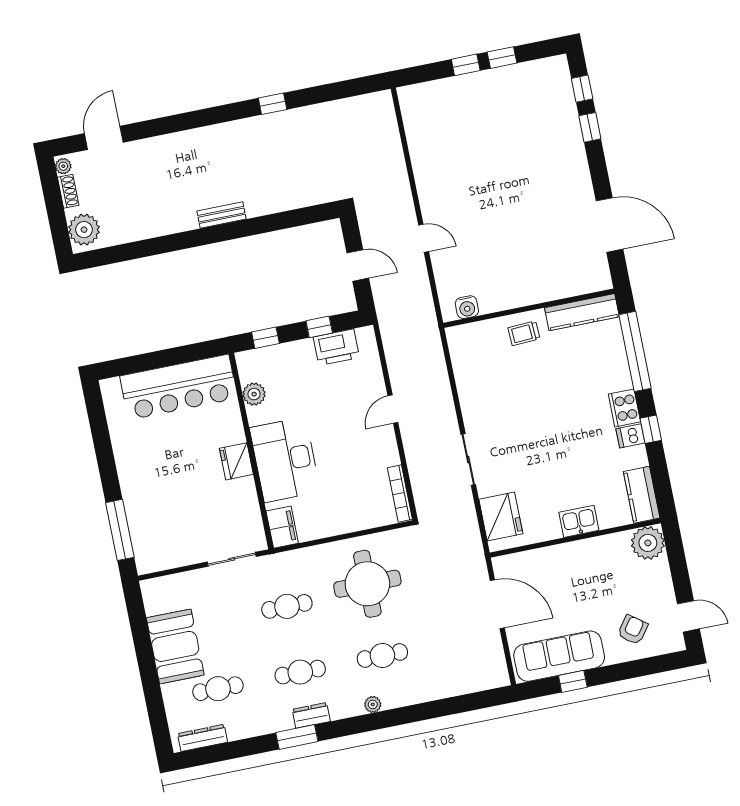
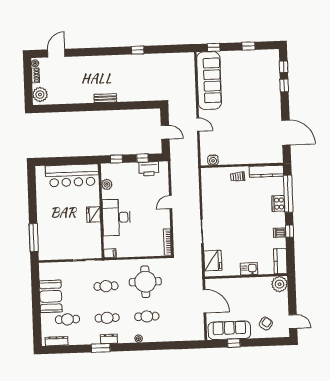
window: (466, 65) -> (214, 47), moved
sofa: (432, 143) -> (209, 80), added
cooker: (624, 408) -> (278, 204), moved
filing cabinet: (282, 527) -> (110, 253), width x0.50

